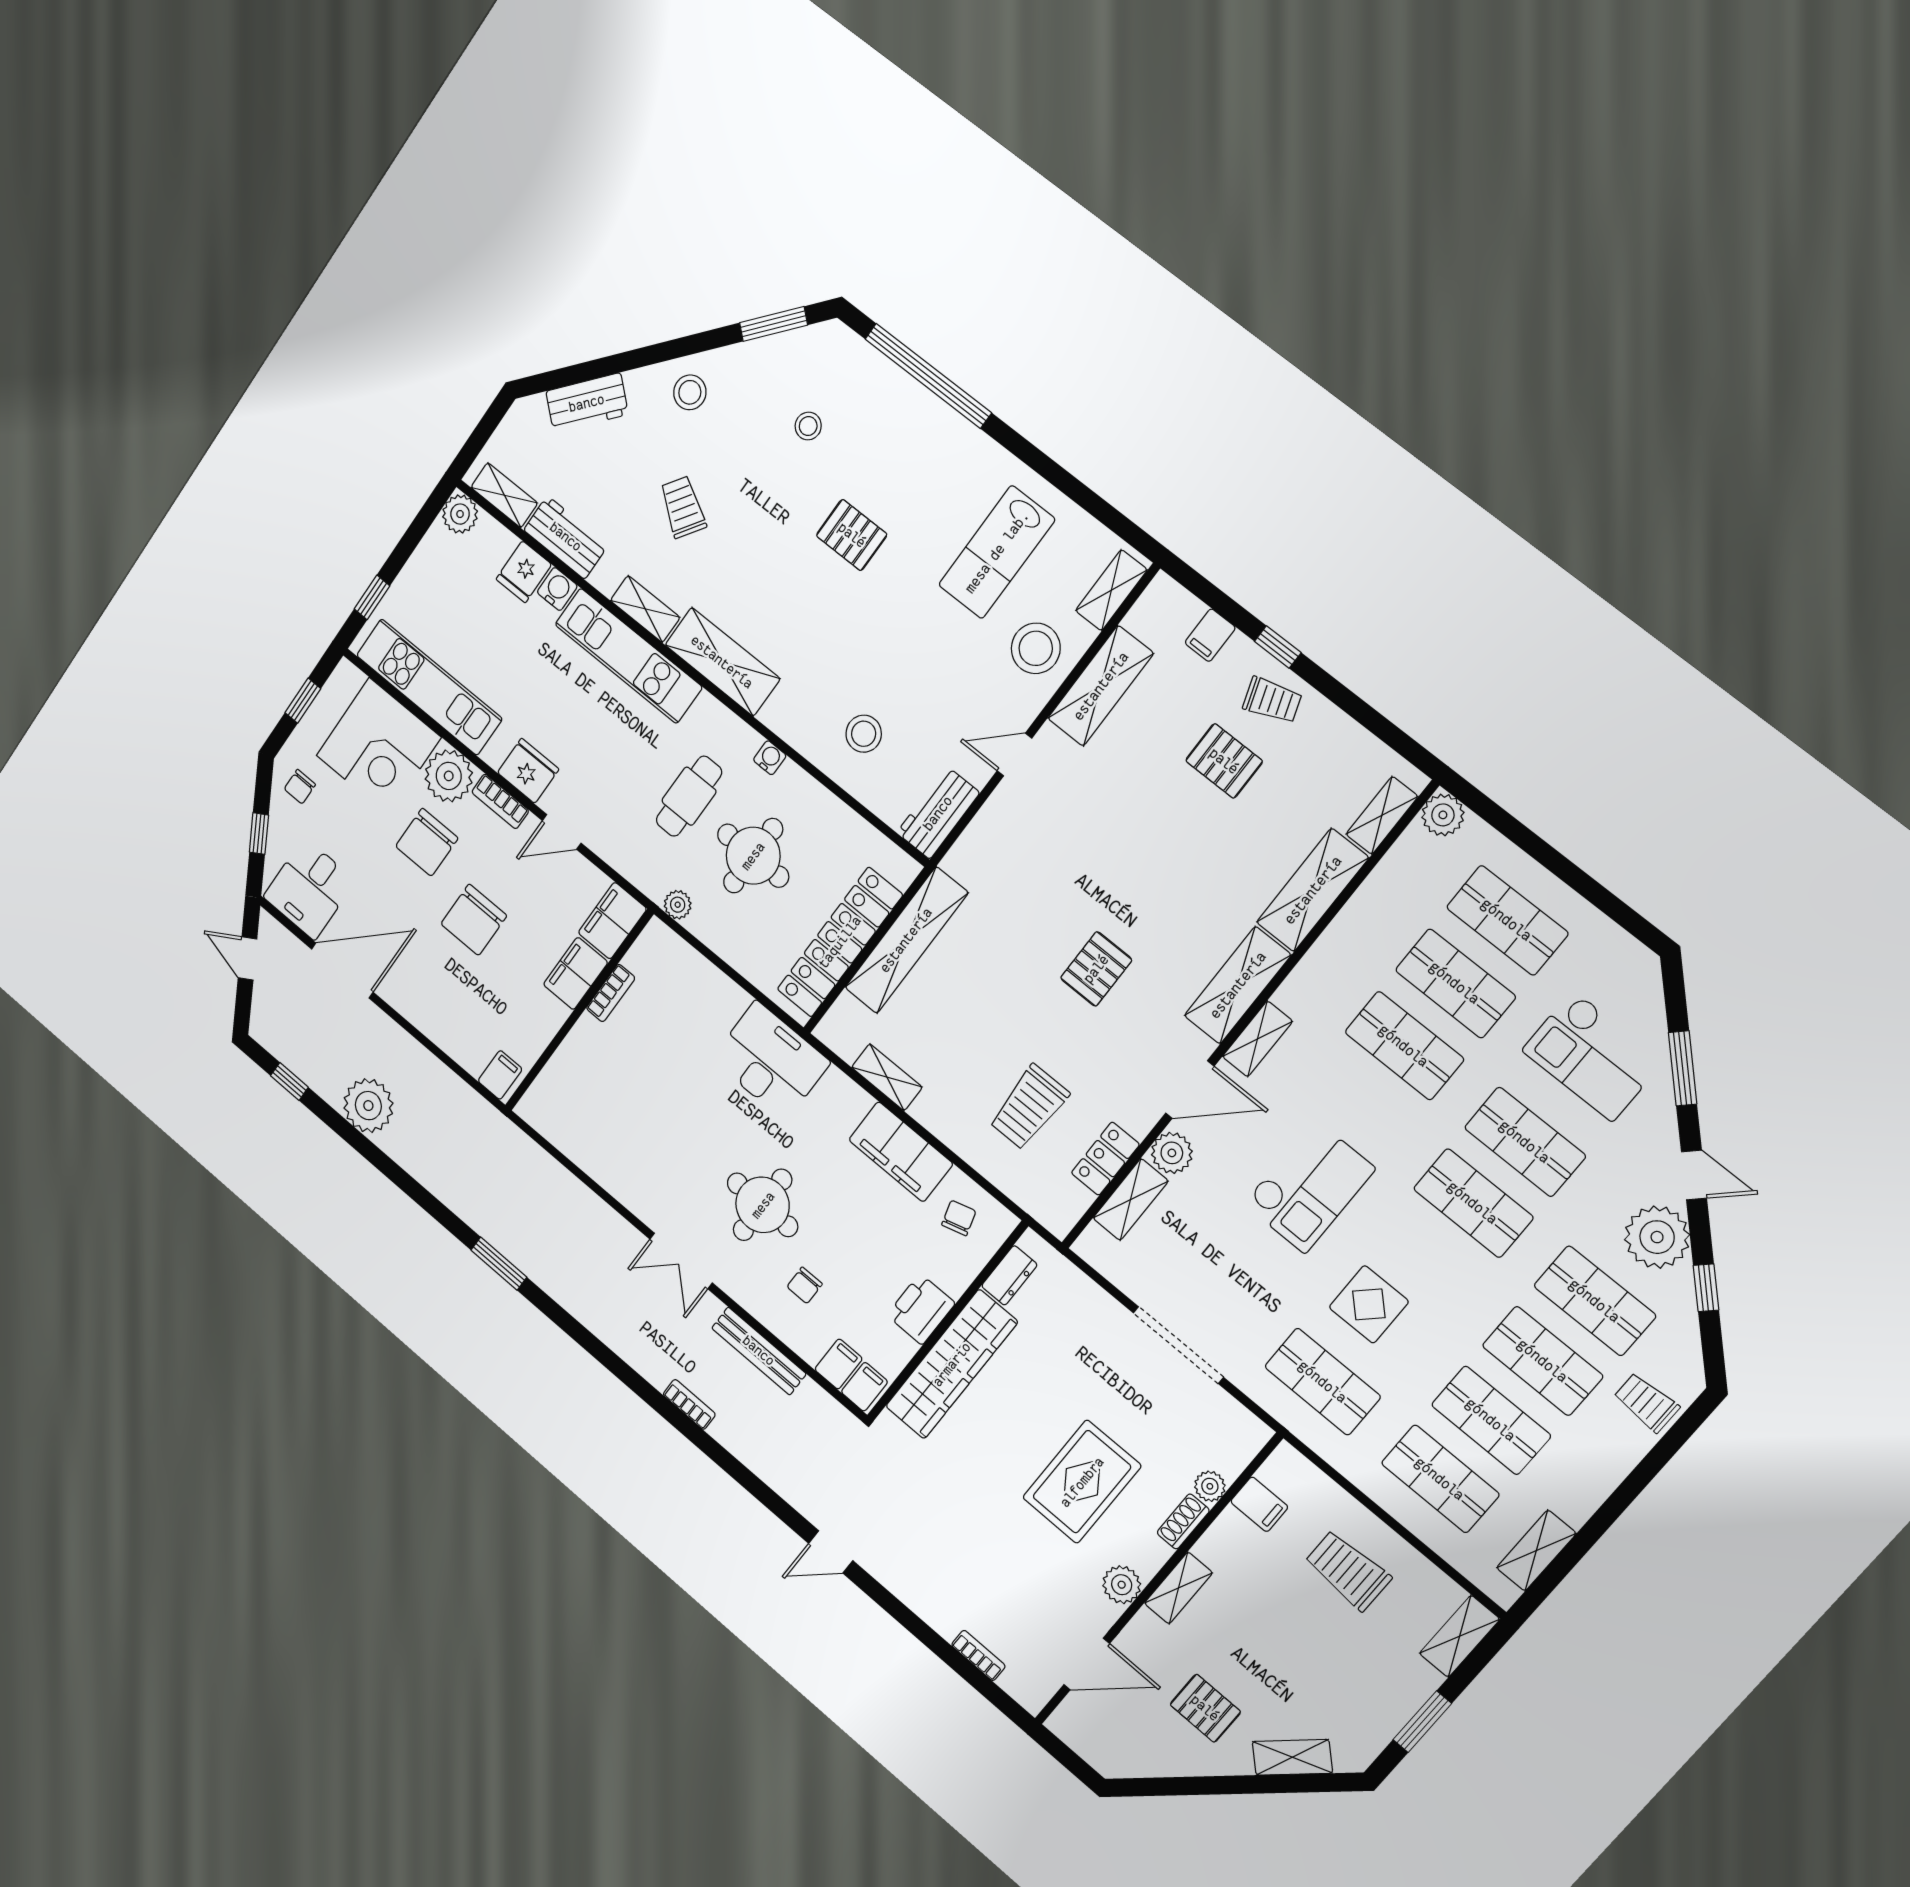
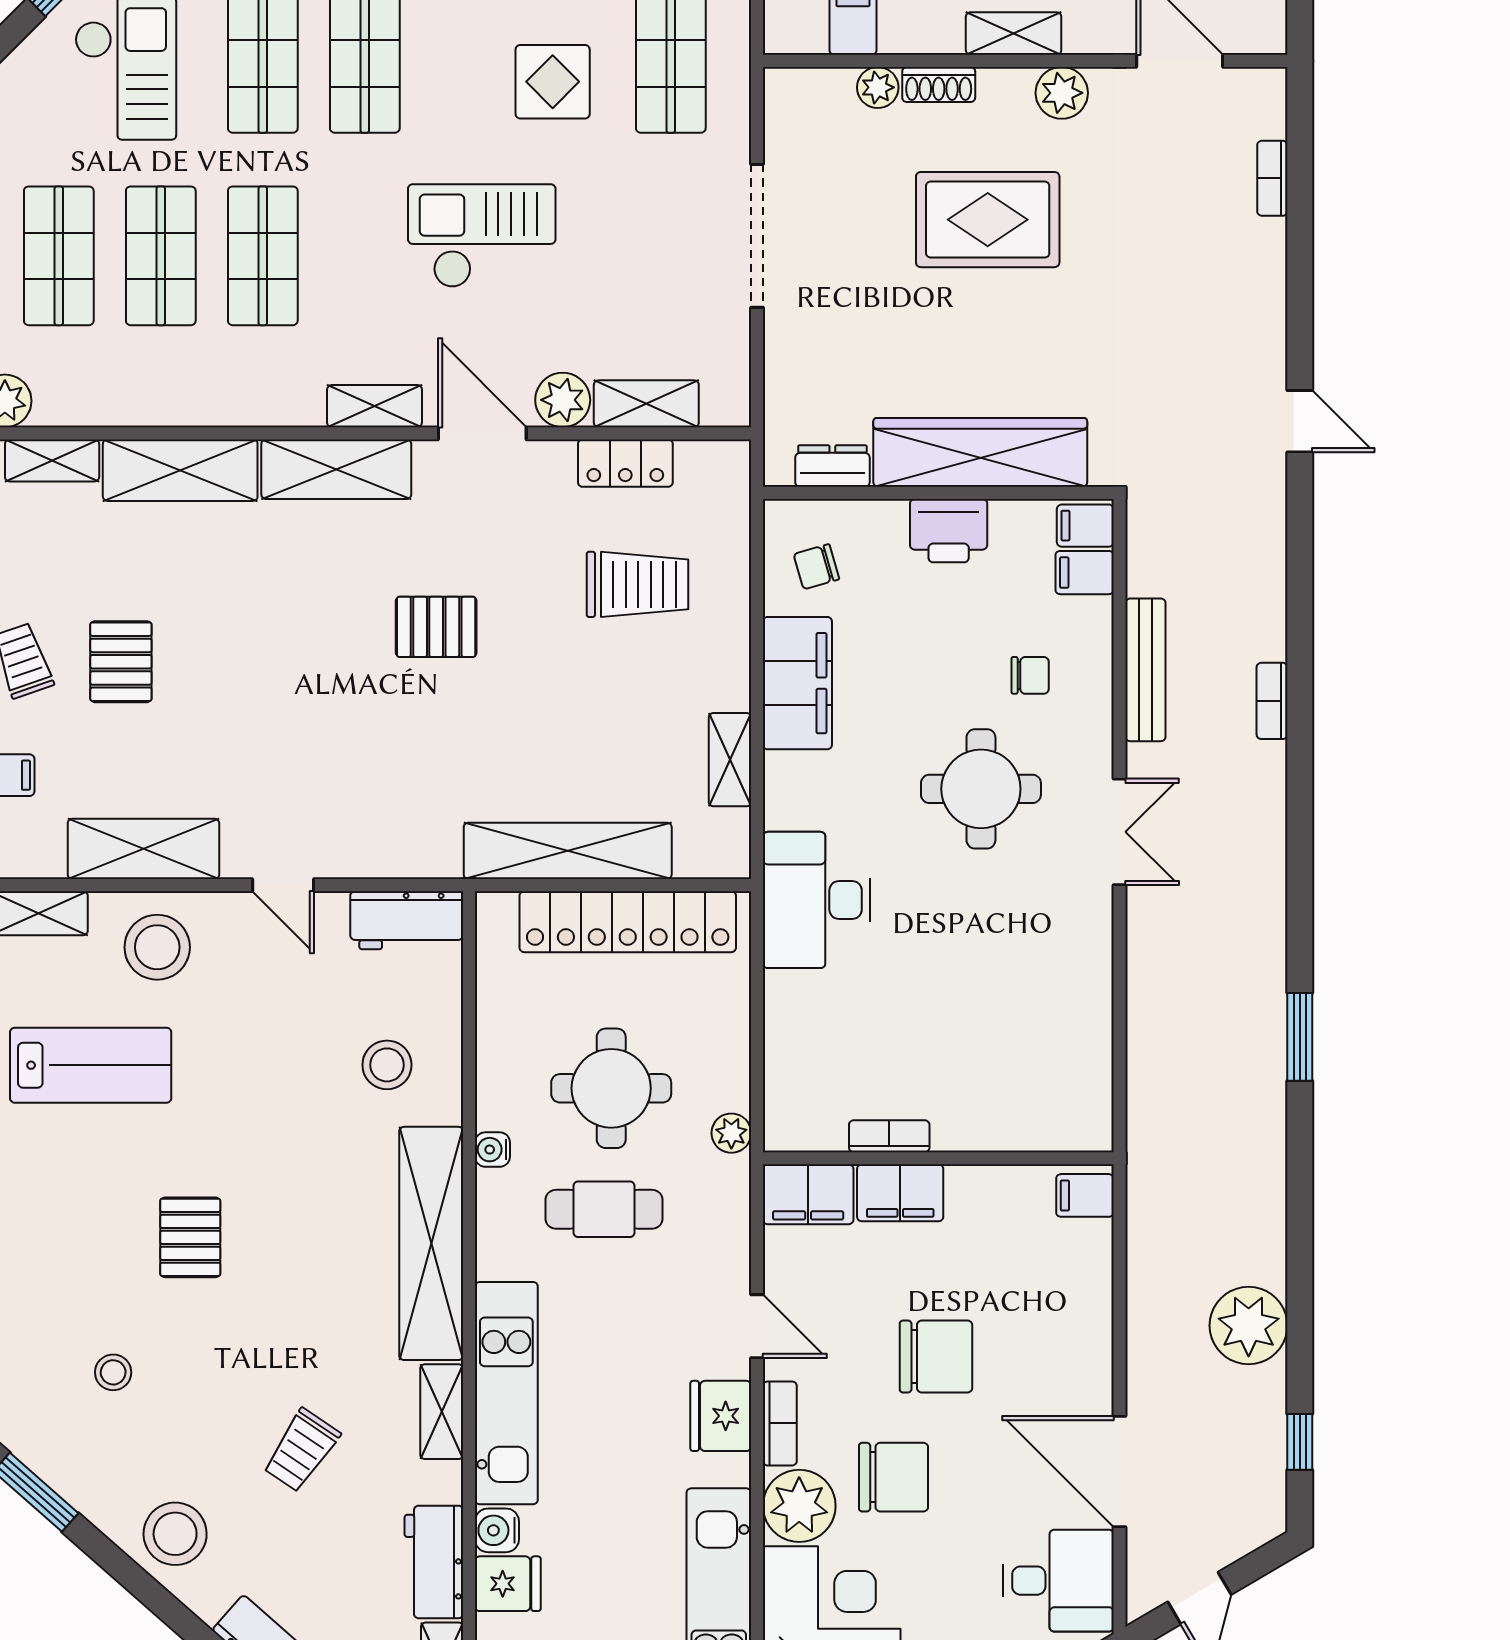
stool: (690, 392) -> (175, 1534), width x1.38, depth x1.38
shelving: (722, 662) -> (431, 1243), width x1.47

